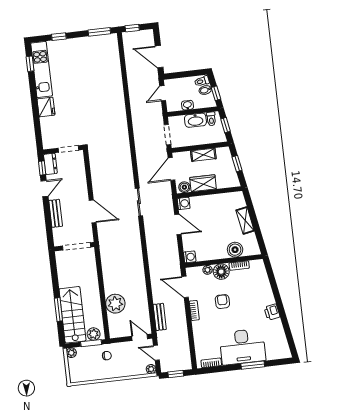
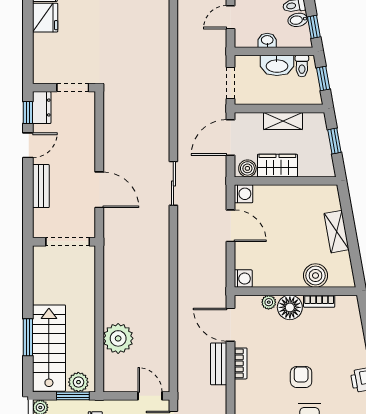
armchair: (222, 302) -> (301, 377), moved
bench: (160, 317) -> (219, 364), moved

